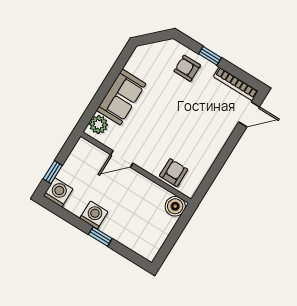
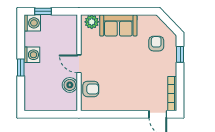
window: (210, 56) -> (180, 54), moved
armchair: (187, 68) -> (156, 44), moved
door: (122, 159) -> (79, 64), moved
boiler: (175, 206) -> (70, 85), moved

